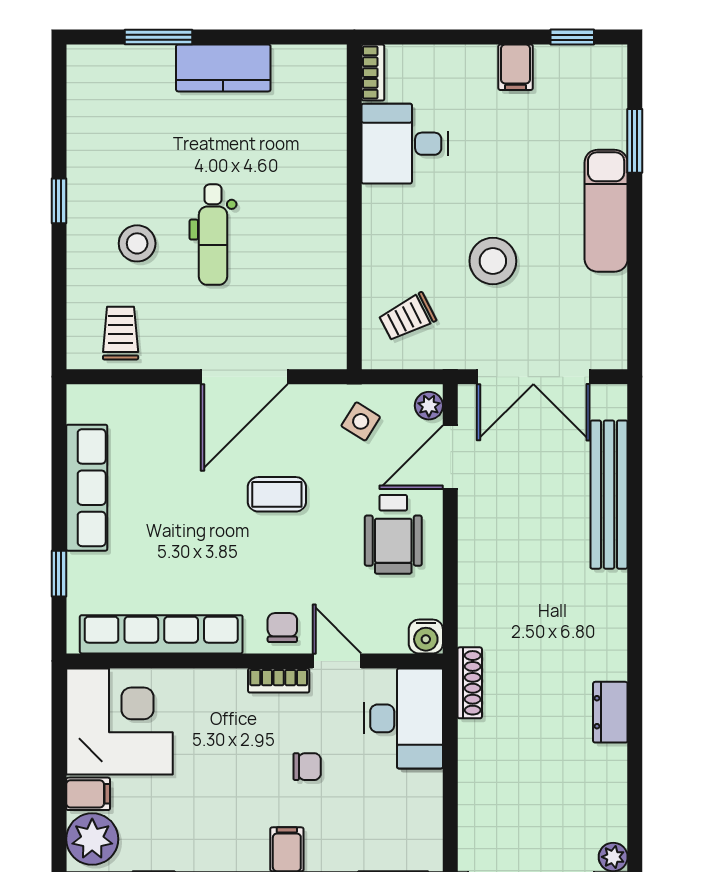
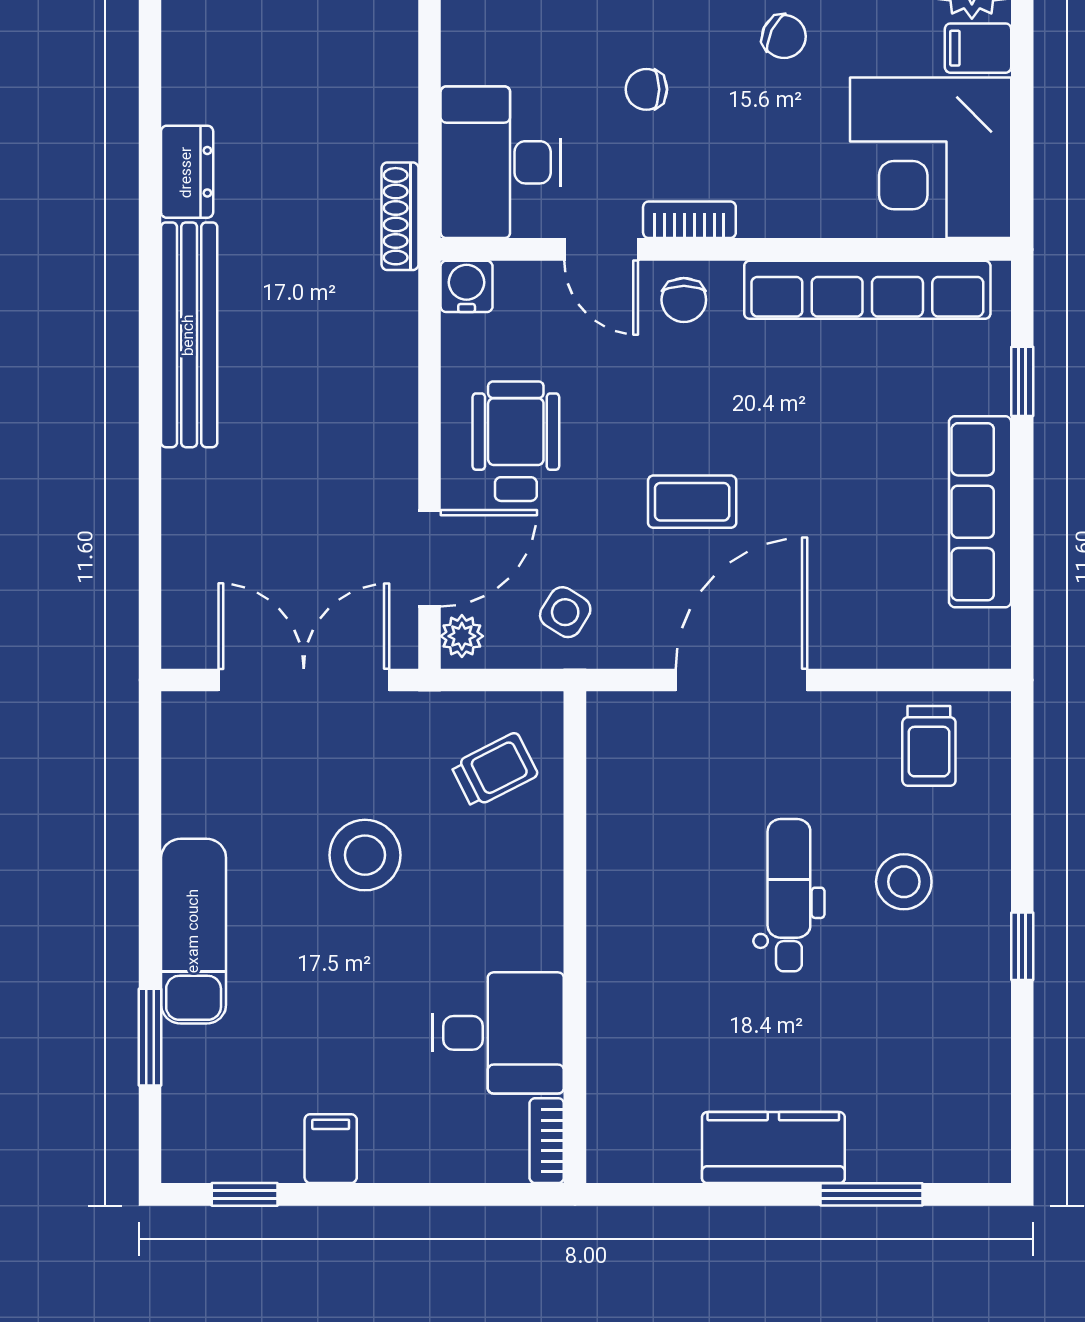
bench: (609, 495) -> (189, 335), moved
chair: (216, 801) -> (784, 36), added

